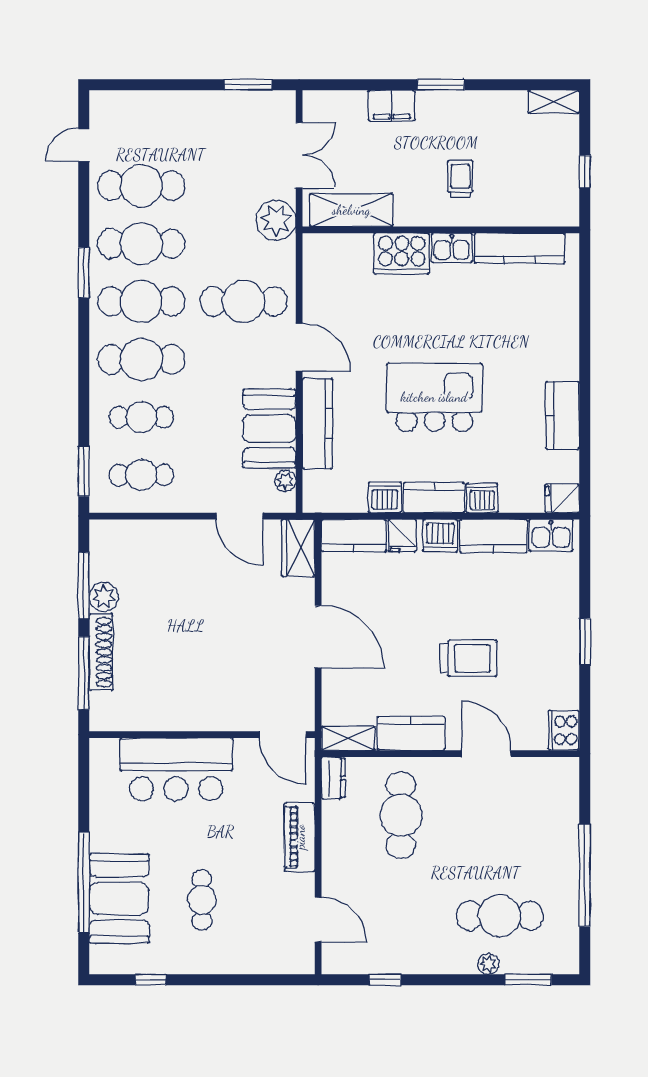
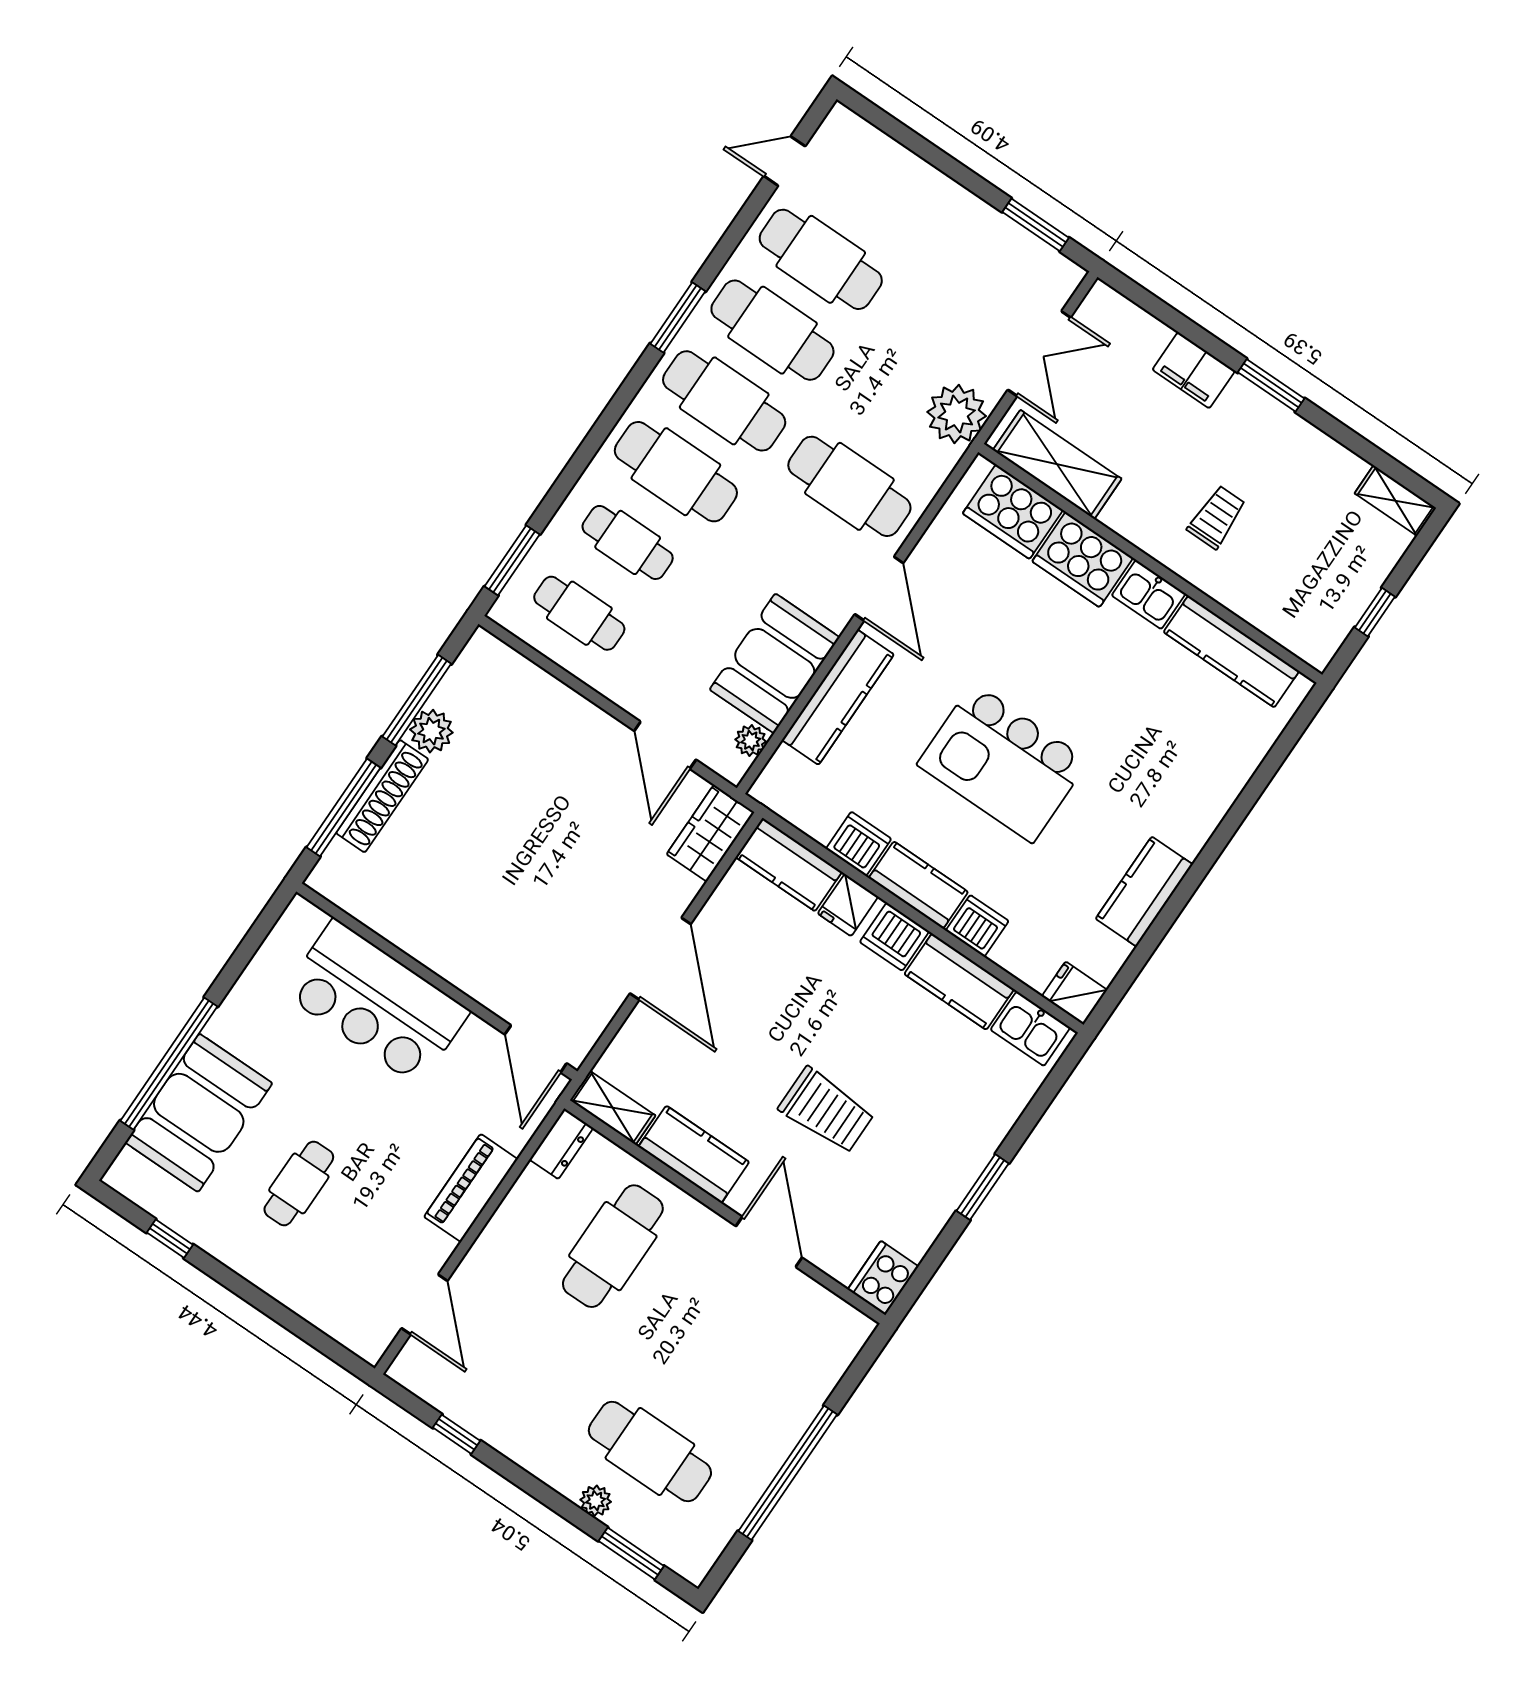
cooker: (345, 253) -> (1013, 512), added
kitchen island: (434, 397) -> (1003, 763), turned 180

